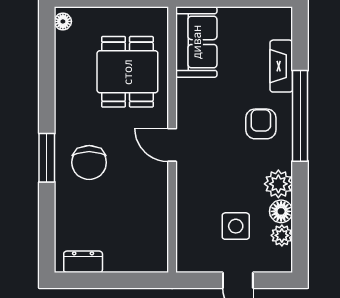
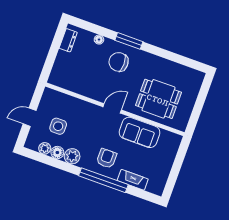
floor lamp: (63, 21) -> (99, 40), moved
sofa: (196, 42) -> (139, 132), moved
armchair: (261, 124) -> (106, 158), turned -90

